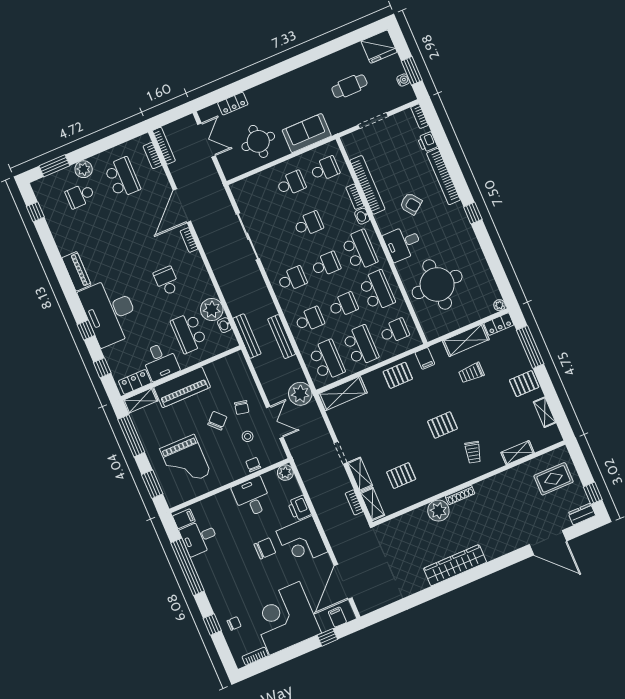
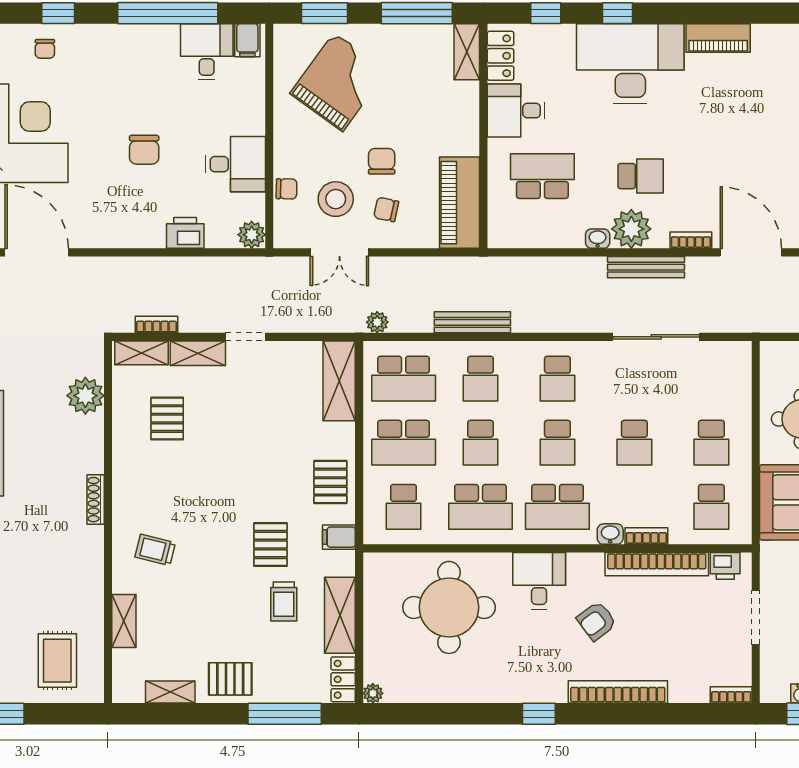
printer: (427, 142) -> (725, 566), moved, turned 180
plant: (212, 309) -> (631, 229), moved
washbasin: (225, 325) -> (598, 239), moved
bench: (247, 336) -> (646, 267), moved
trolley: (471, 373) -> (284, 602), turned 180
pallet: (524, 384) -> (230, 679), turned 90
piano: (182, 387) -> (460, 203), moved
plant: (300, 394) -> (377, 322), width x0.53, depth x0.53
chair: (217, 421) -> (382, 161), turned -136
pallet: (442, 425) -> (271, 544), moved
stool: (248, 436) -> (336, 199), width x1.89, depth x1.89
grand piano: (185, 461) -> (338, 82), turned 126
plant: (438, 511) -> (85, 396), moved
corner desk: (302, 541) -> (130, 214), removed

